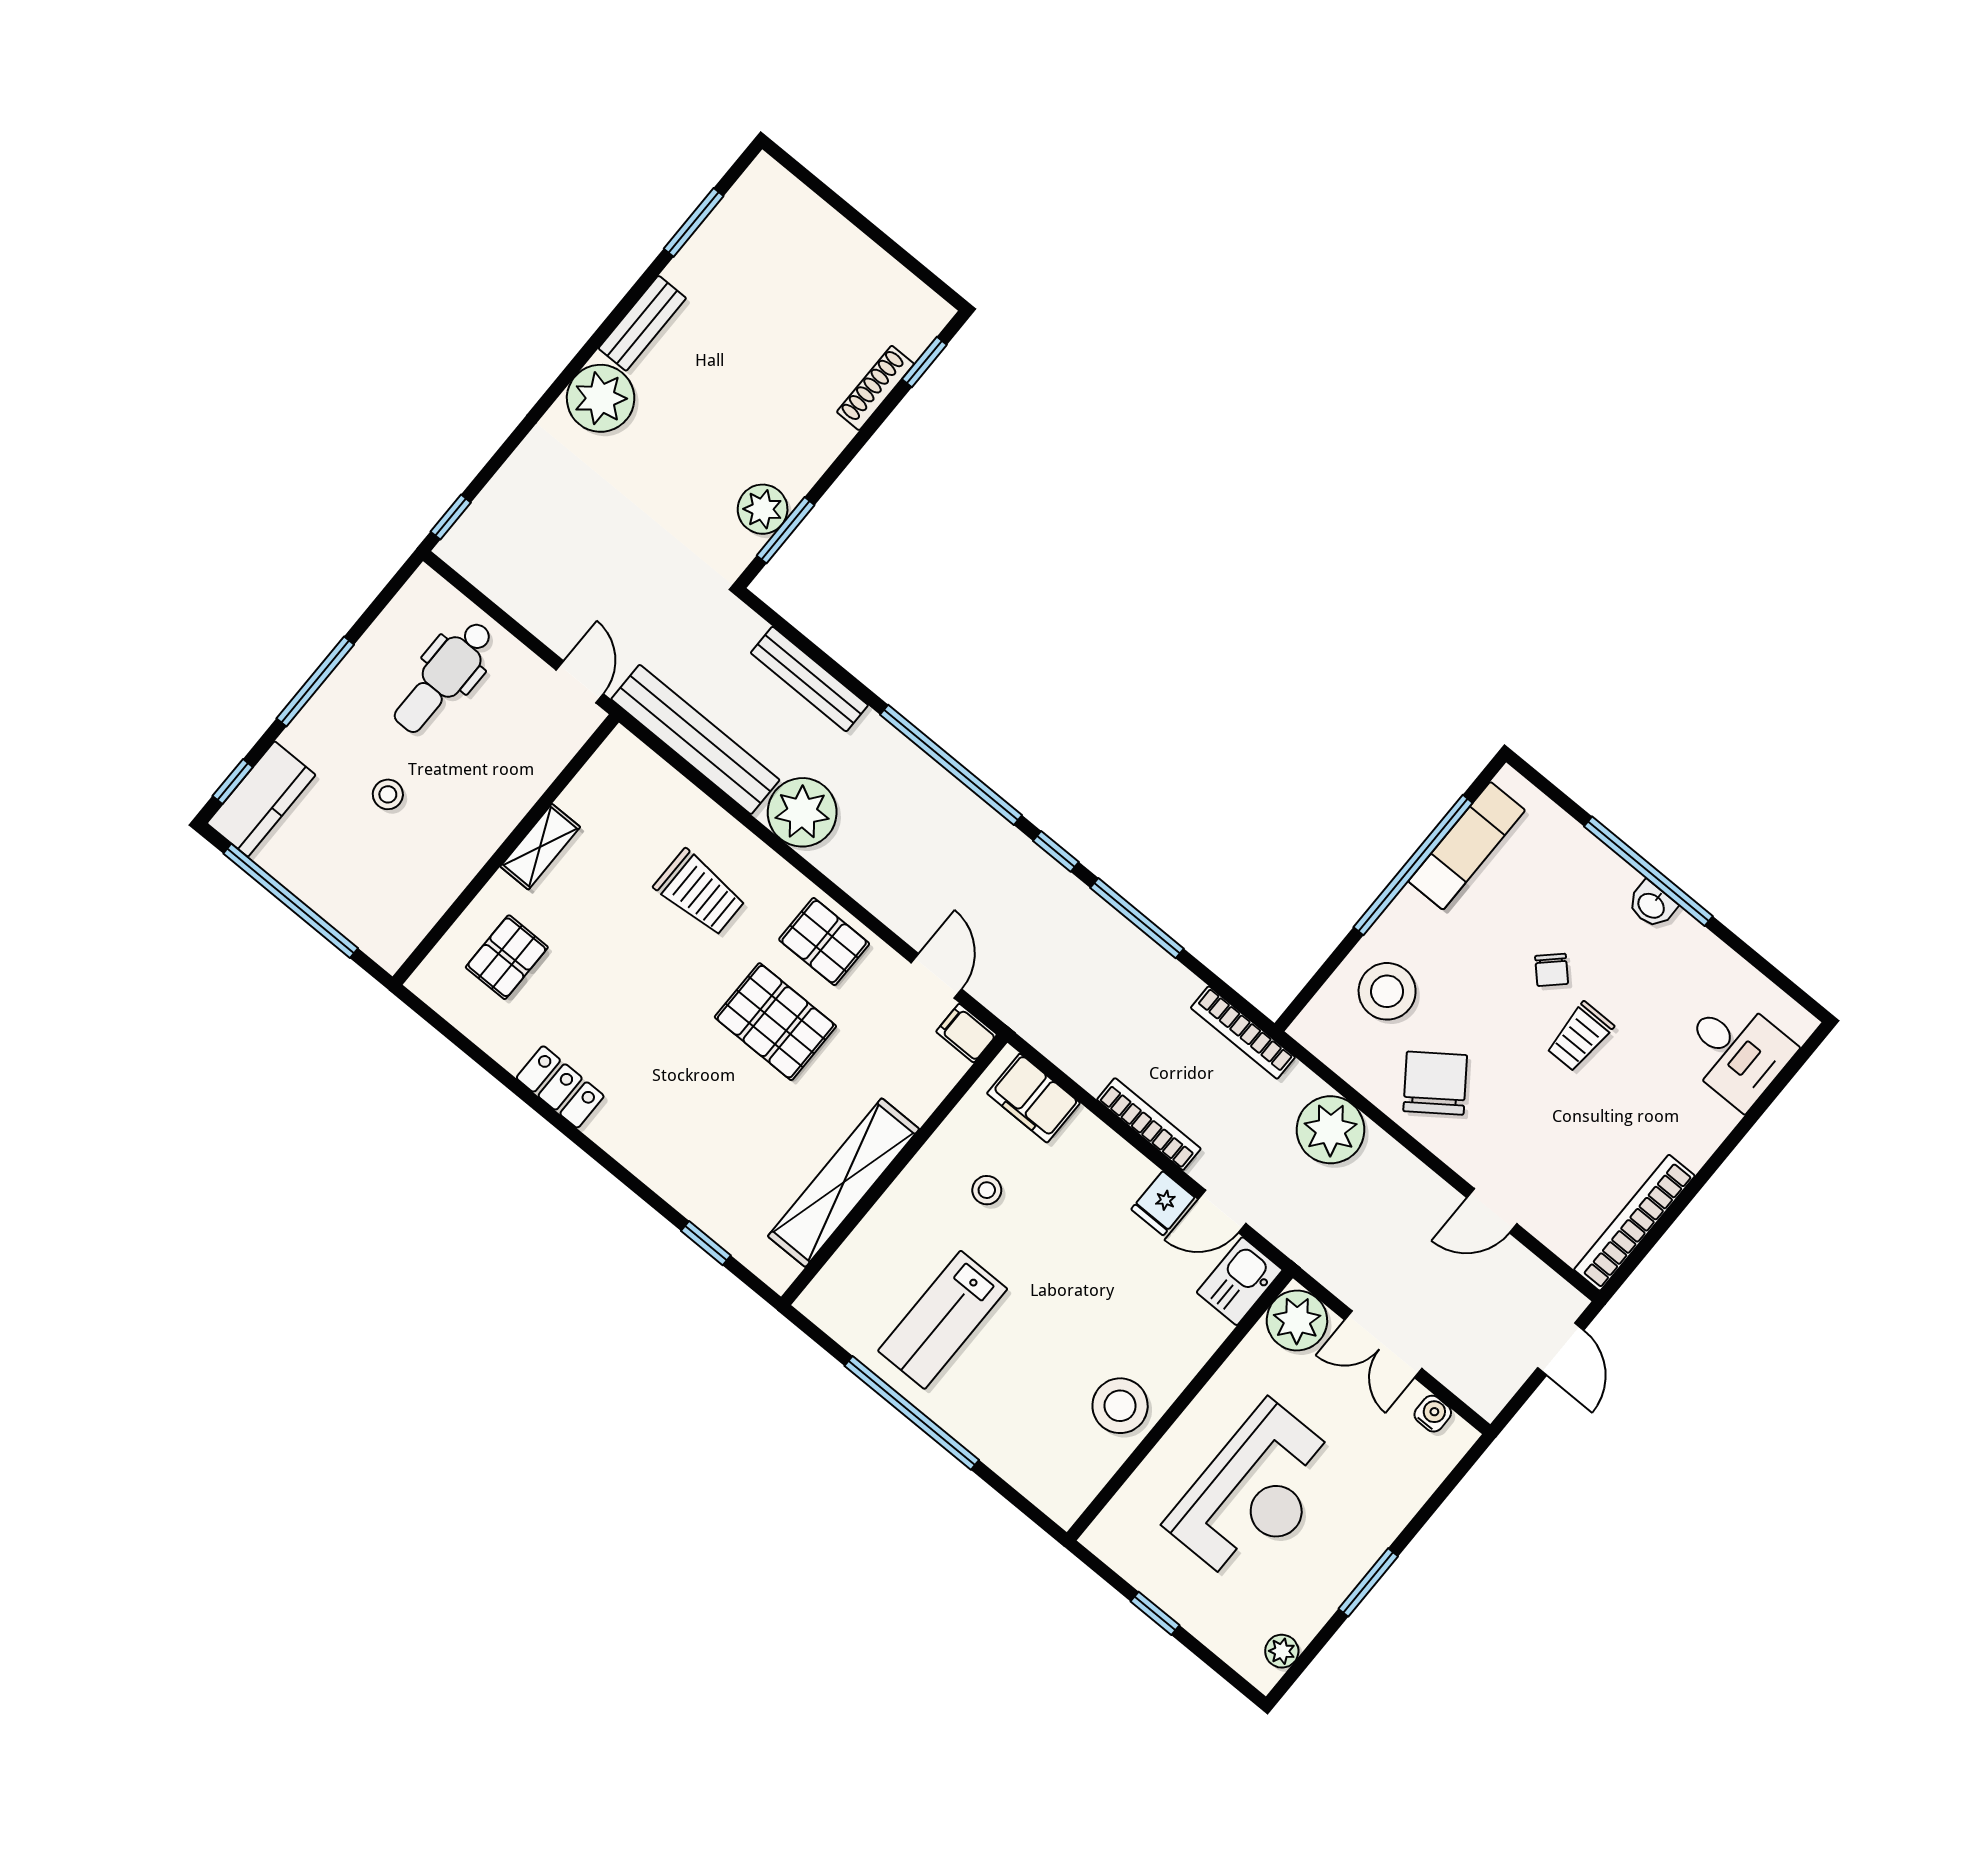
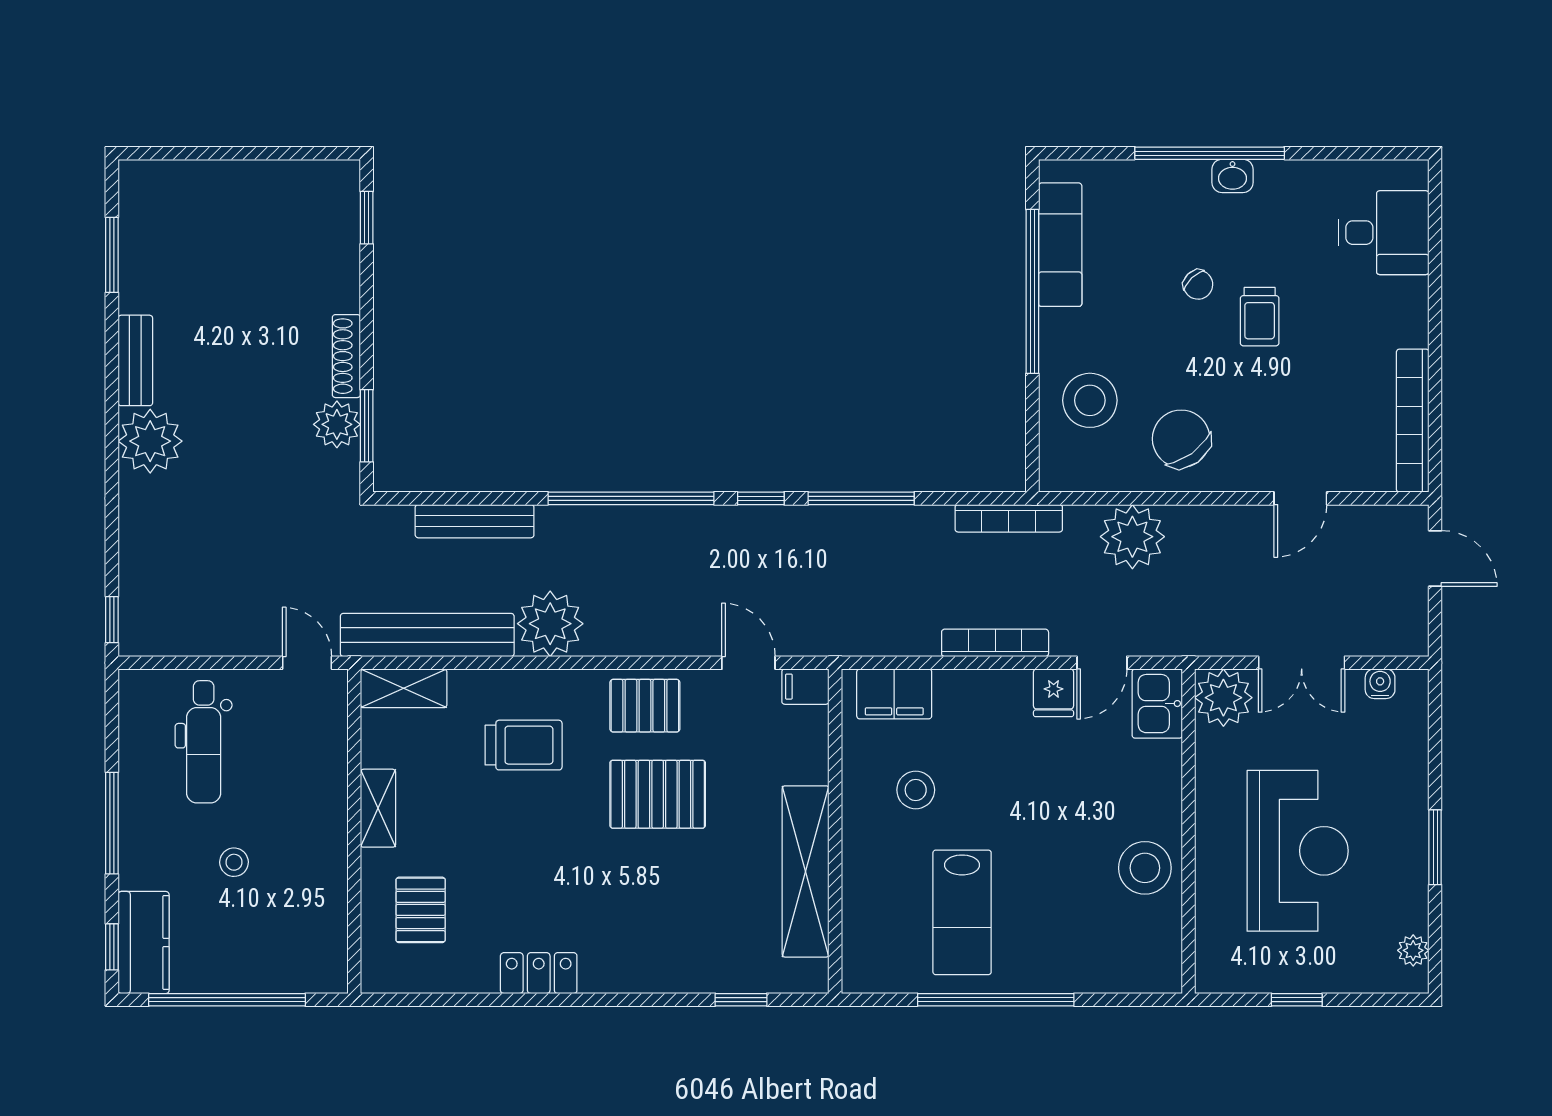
shoe rack: (875, 388) -> (346, 356), moved
shelving: (641, 767) -> (404, 688), added
stool: (987, 1190) -> (916, 790), width x1.37, depth x1.37

